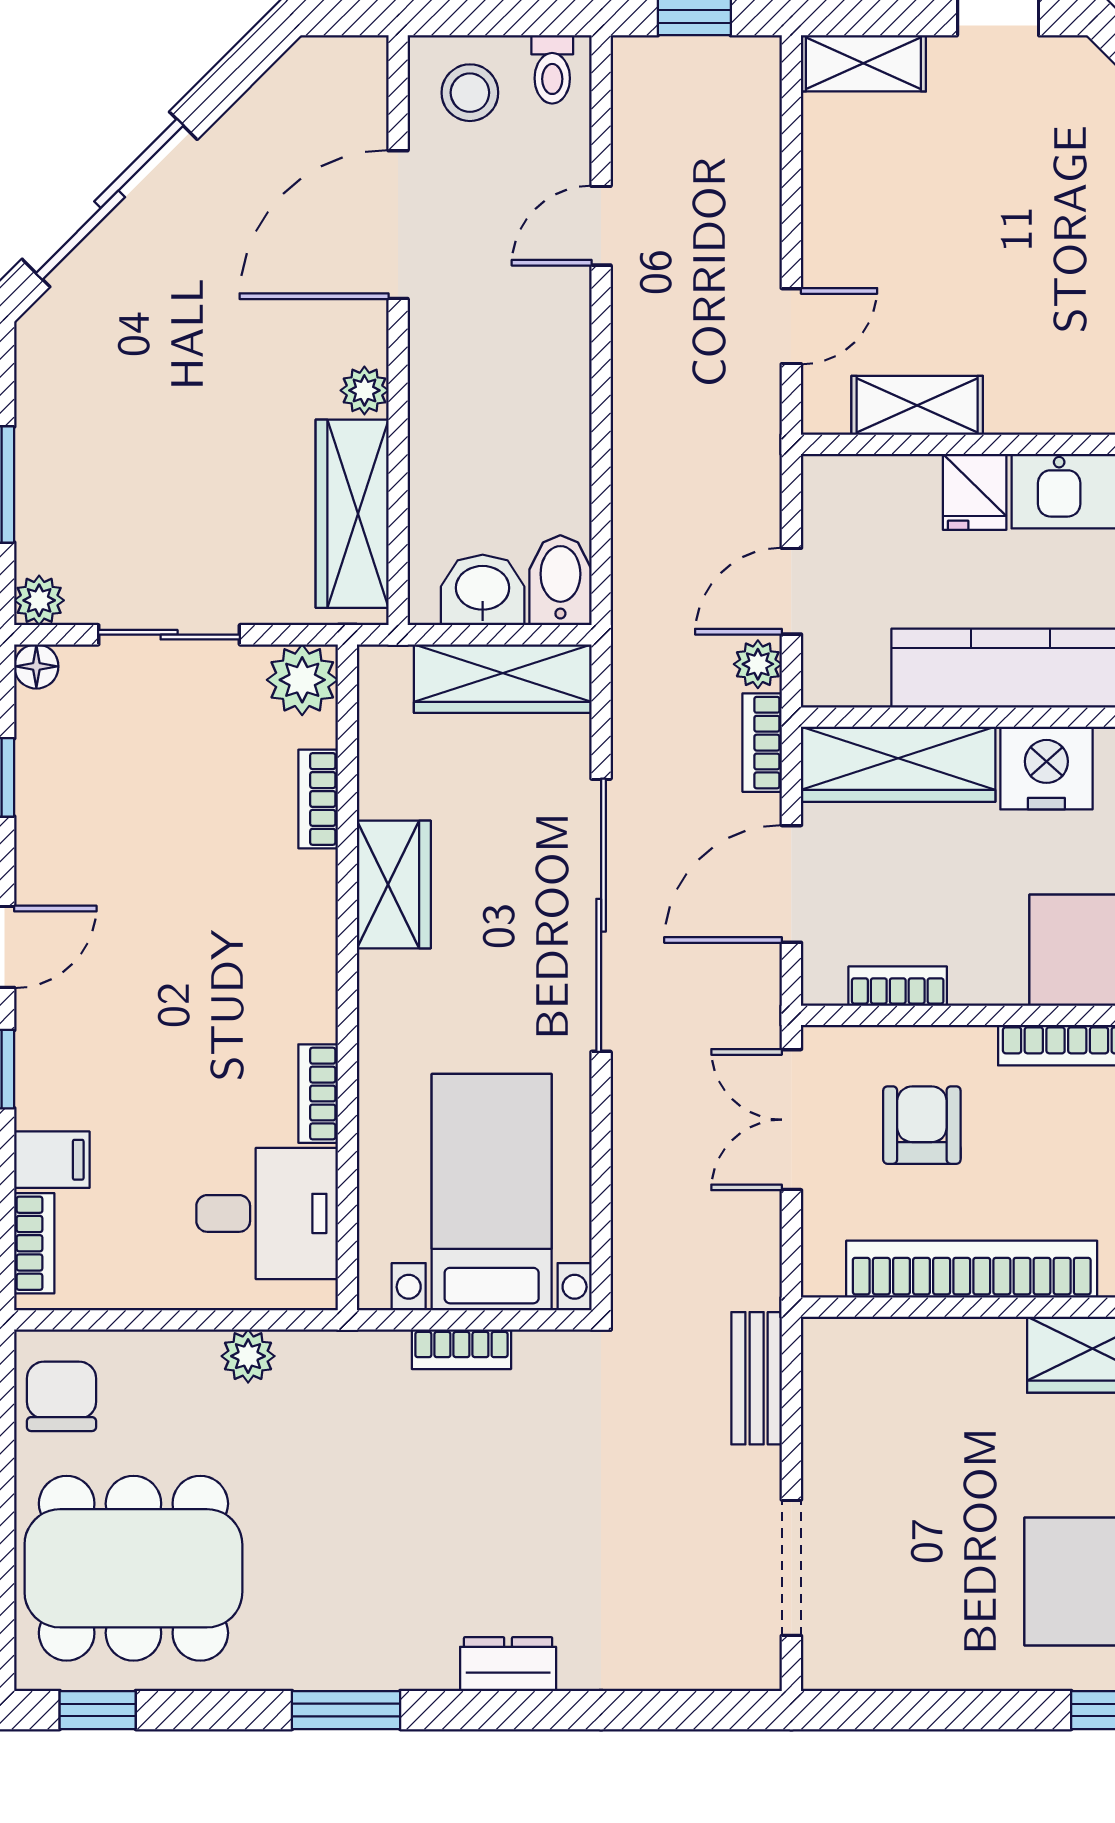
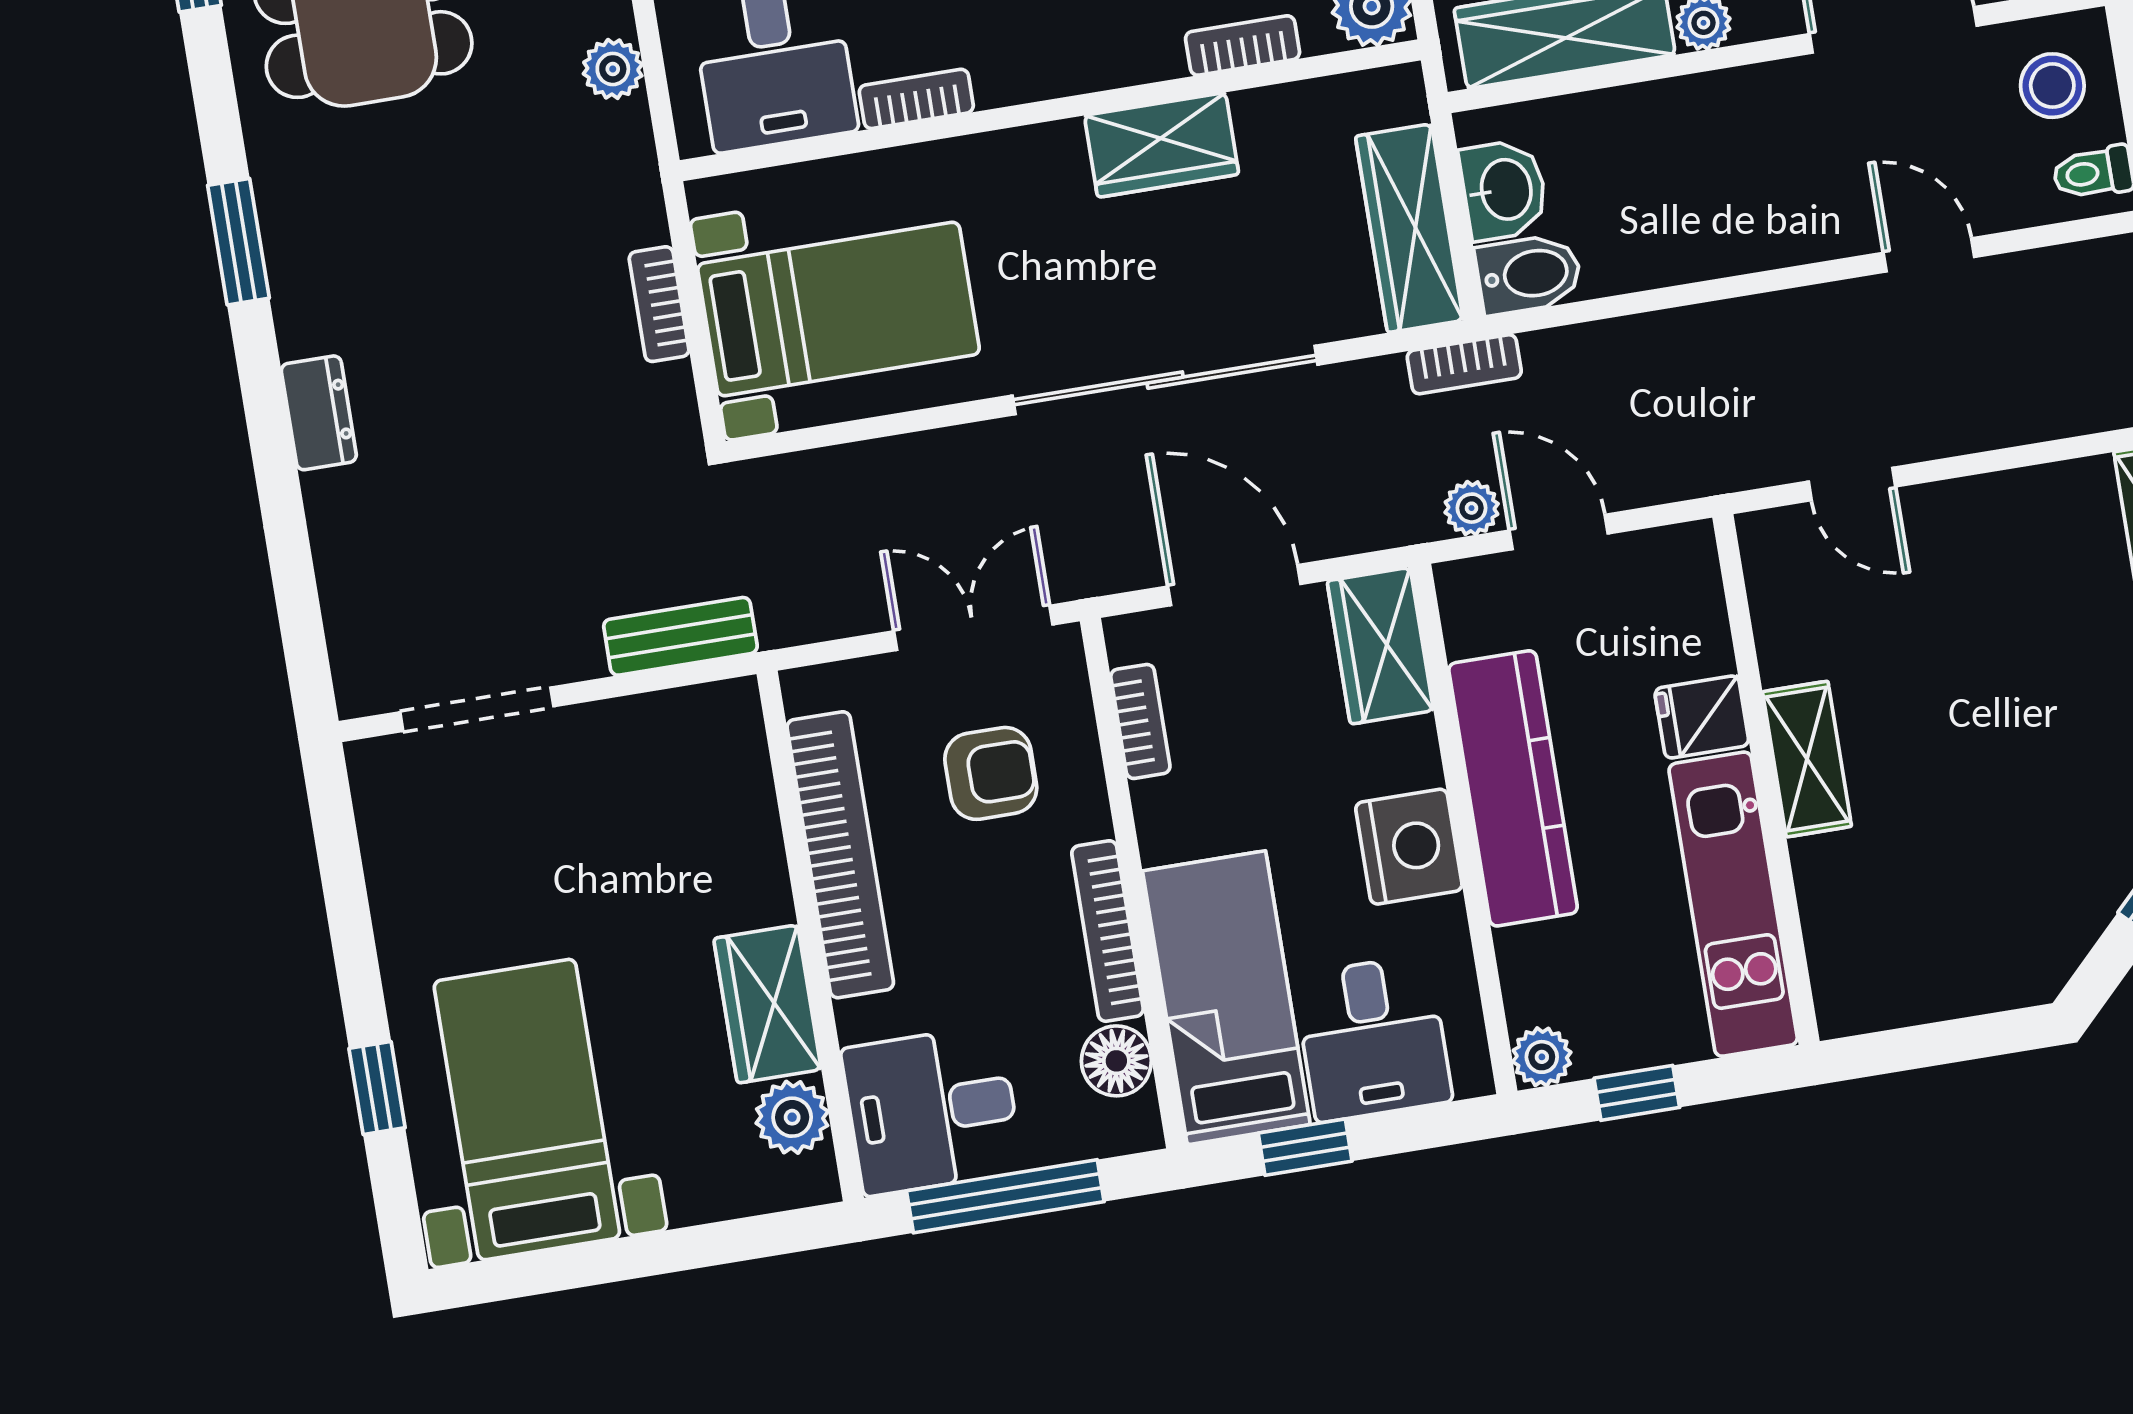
shelving: (917, 405) -> (1807, 759), moved
bookcase: (762, 743) -> (1464, 364), moved, turned 180
wardrobe: (898, 764) -> (1380, 646), width x0.67

